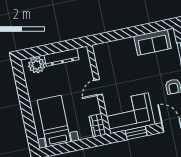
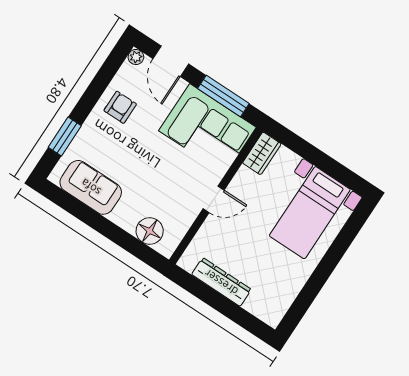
floor lamp: (111, 49) -> (150, 231), added
plant: (37, 65) -> (262, 303), removed
window: (136, 133) -> (223, 96), width x1.44

